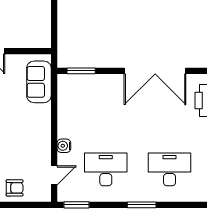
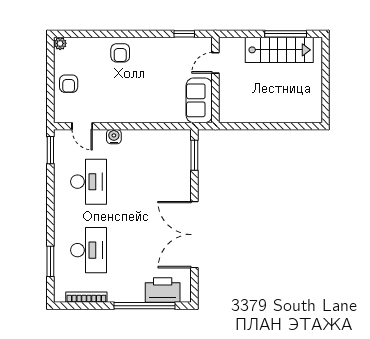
sofa: (39, 82) -> (199, 100), moved, turned -90
window: (142, 205) -> (50, 261), moved

